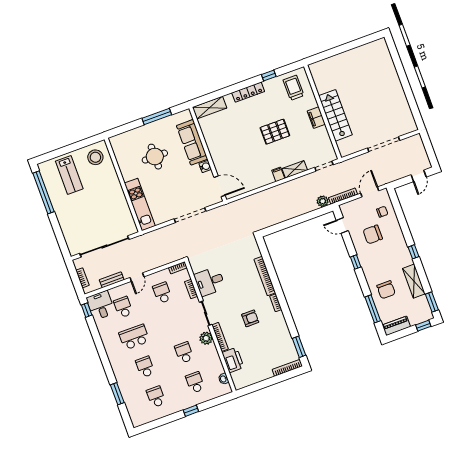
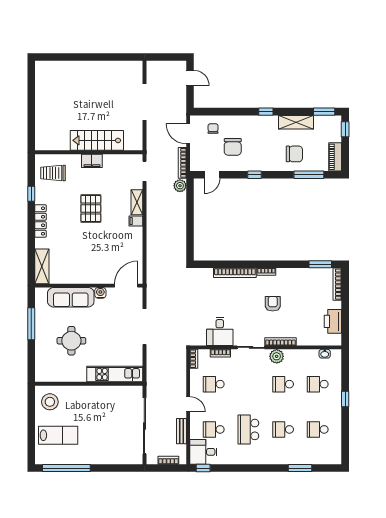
printer: (233, 360) -> (333, 321), moved, turned -90

